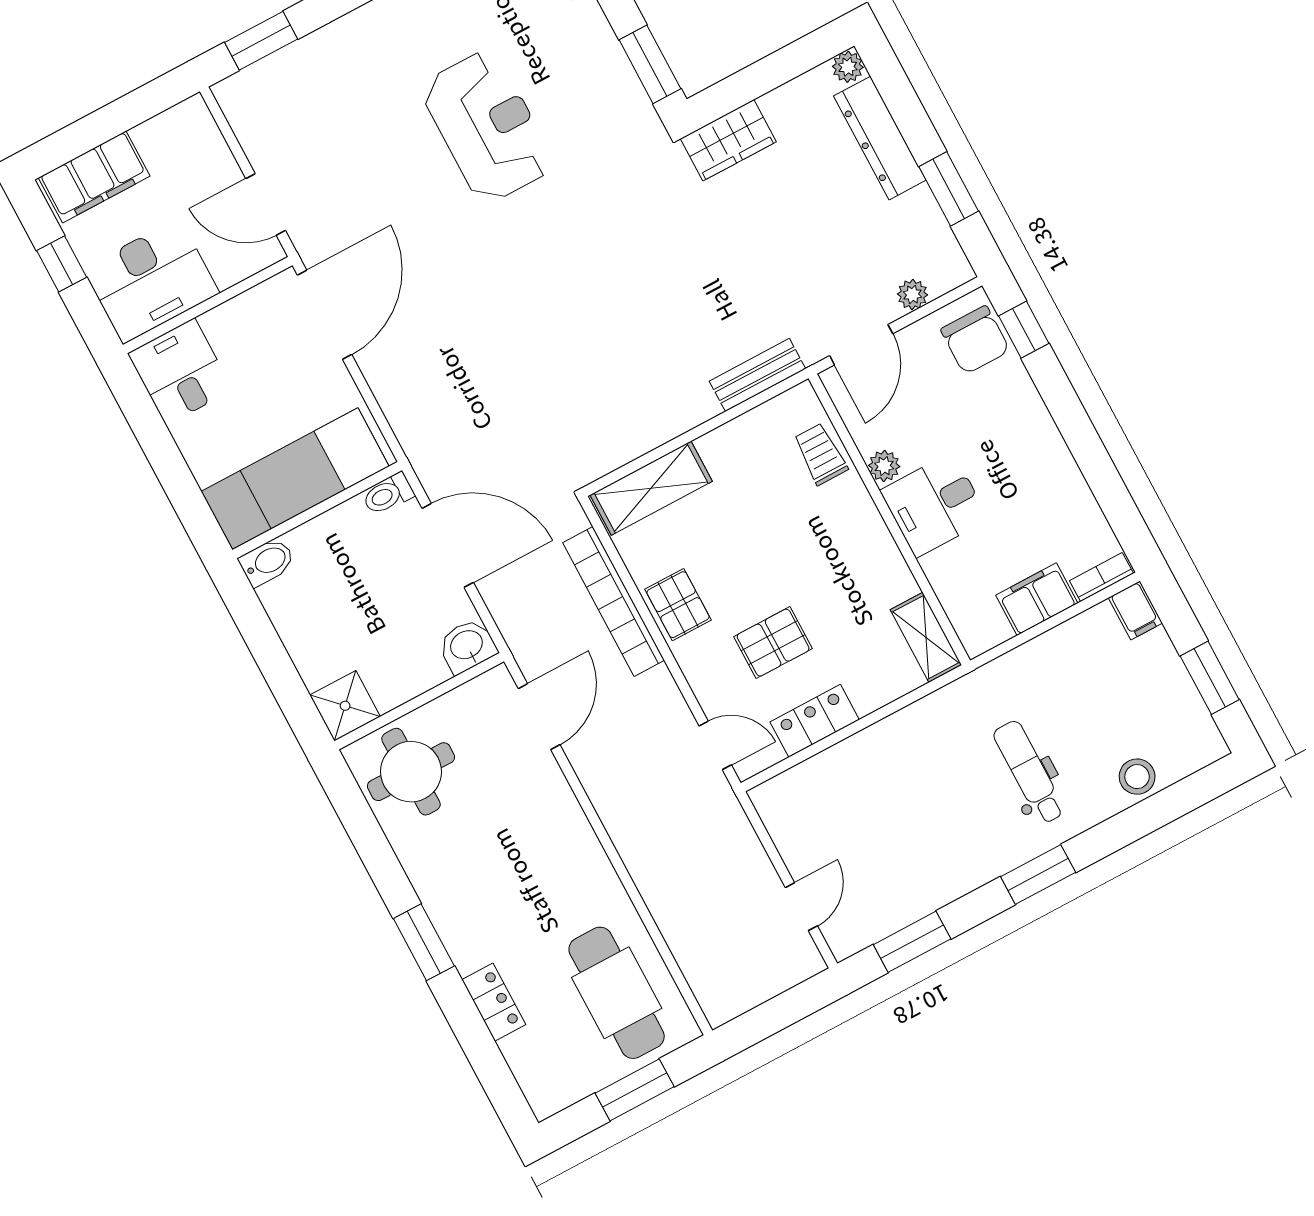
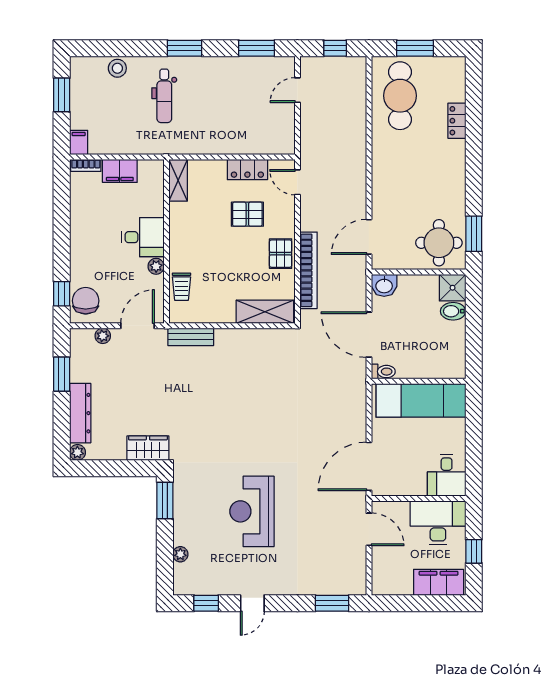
bidet: (267, 562) -> (453, 311), moved
window: (424, 942) -> (474, 234), moved
window: (775, 1015) -> (335, 48), added

